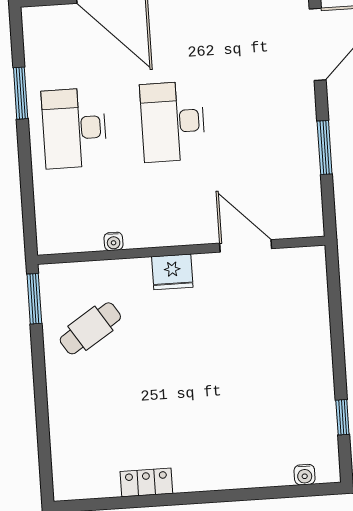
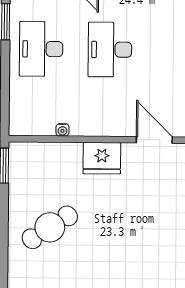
fridge: (172, 272) -> (102, 158), width x1.36, depth x1.34
cafe table: (90, 328) -> (50, 227), moved, width x1.37, depth x1.35

